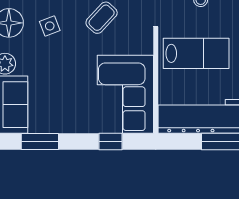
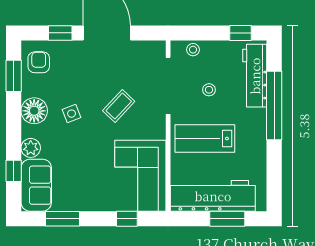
lab bench: (196, 53) -> (205, 139), turned 180

